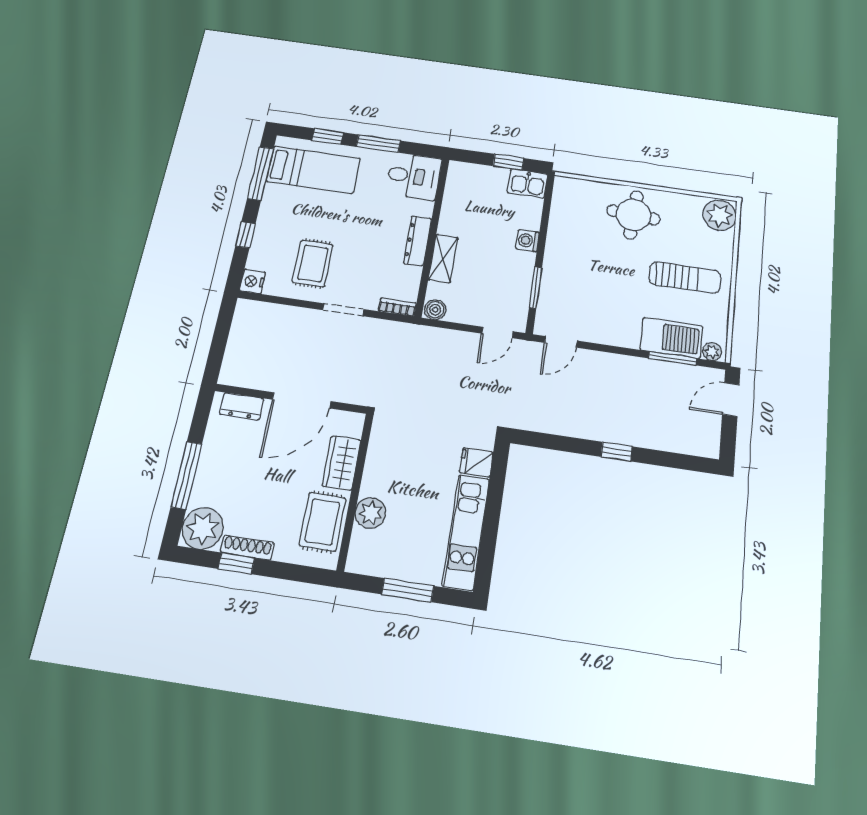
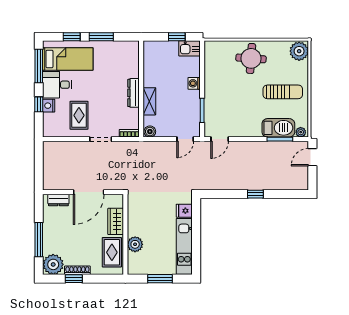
desk: (414, 176) -> (57, 85), moved, turned 180
nightstand: (252, 281) -> (49, 106), moved

